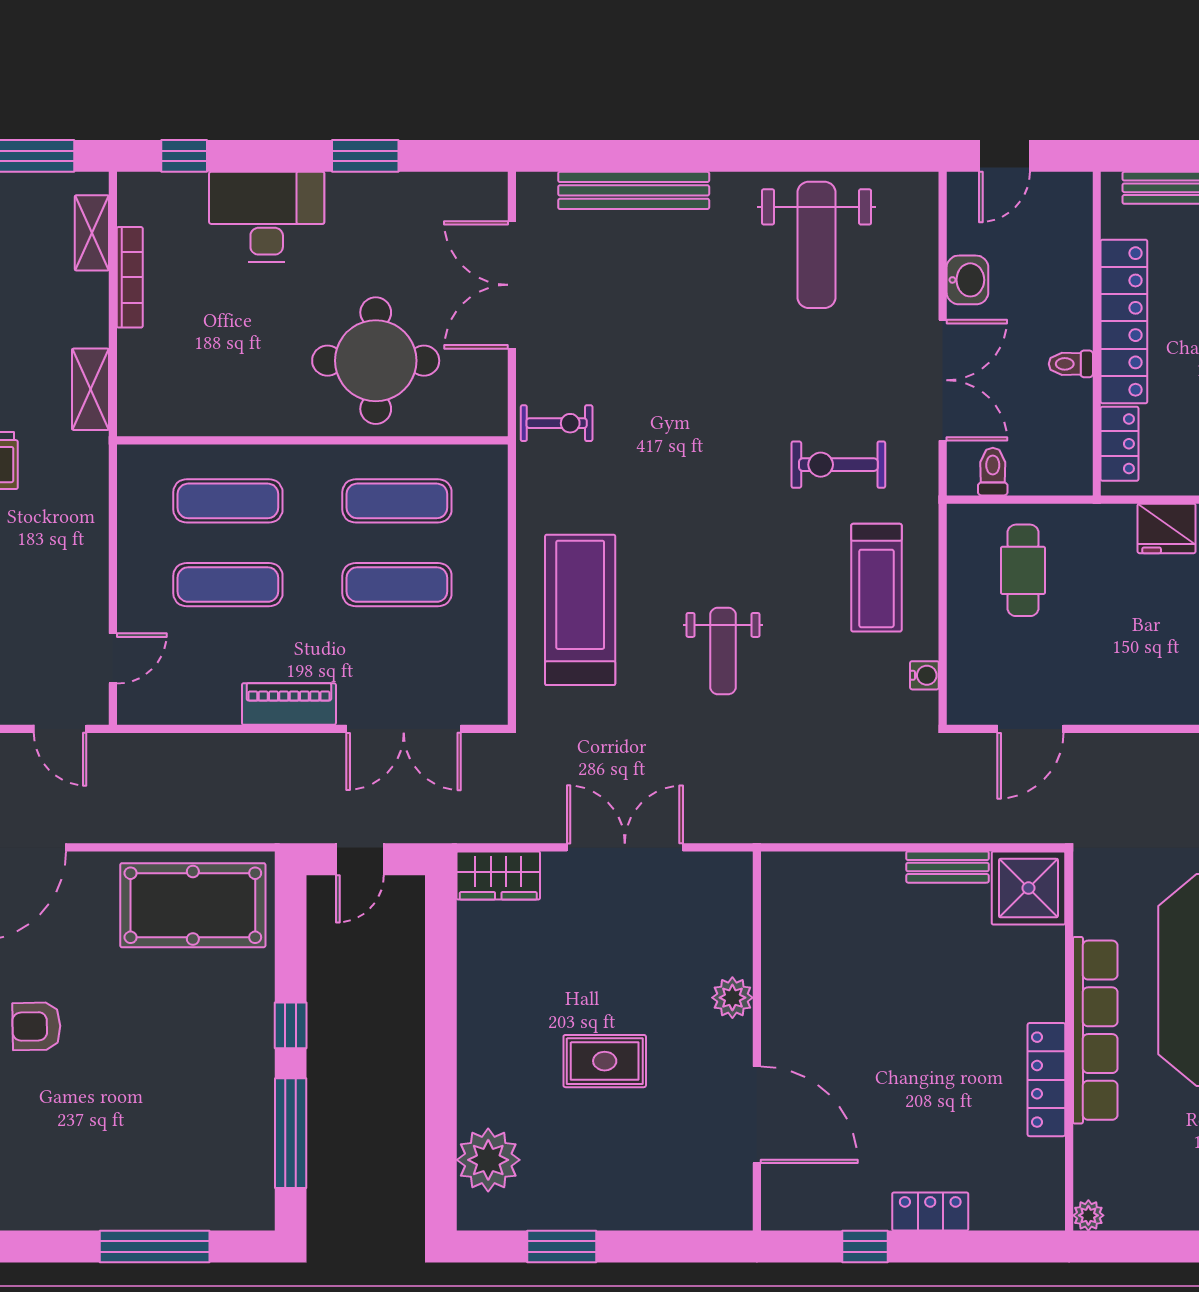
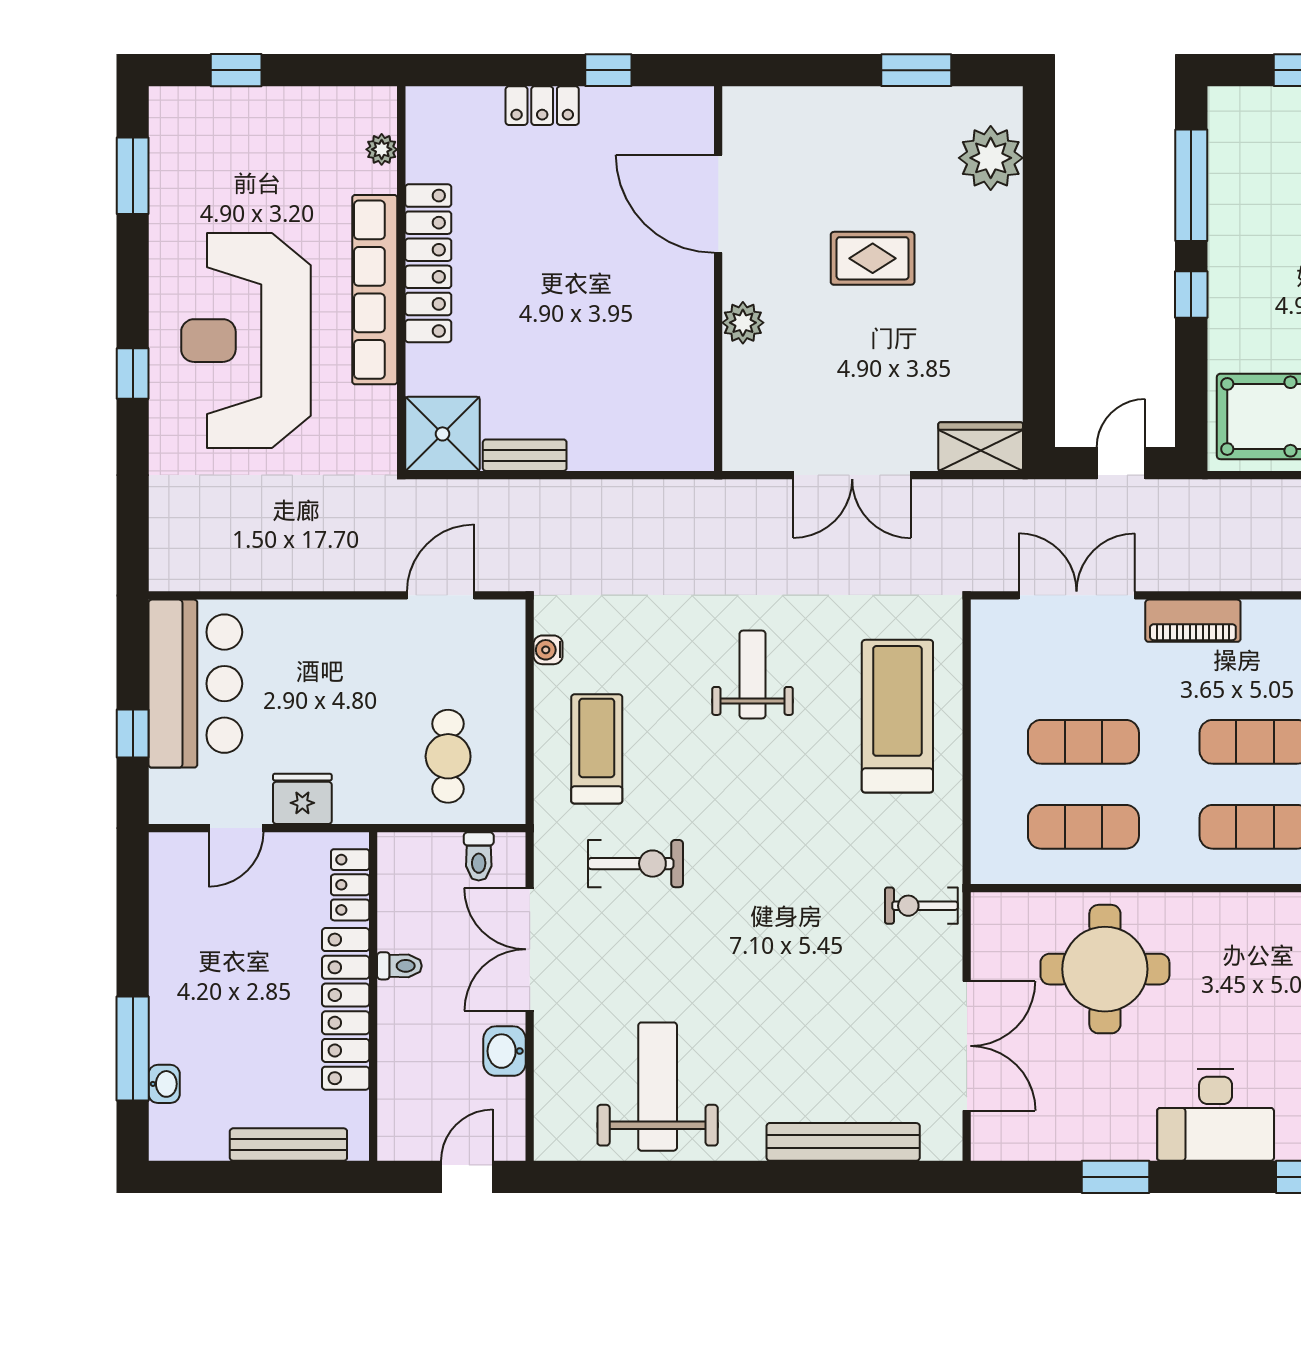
treadmill: (580, 610) -> (897, 716), turned 180
locker: (1046, 1080) -> (428, 263), width x1.41, depth x1.21
plant: (1088, 1215) -> (382, 149), moved

